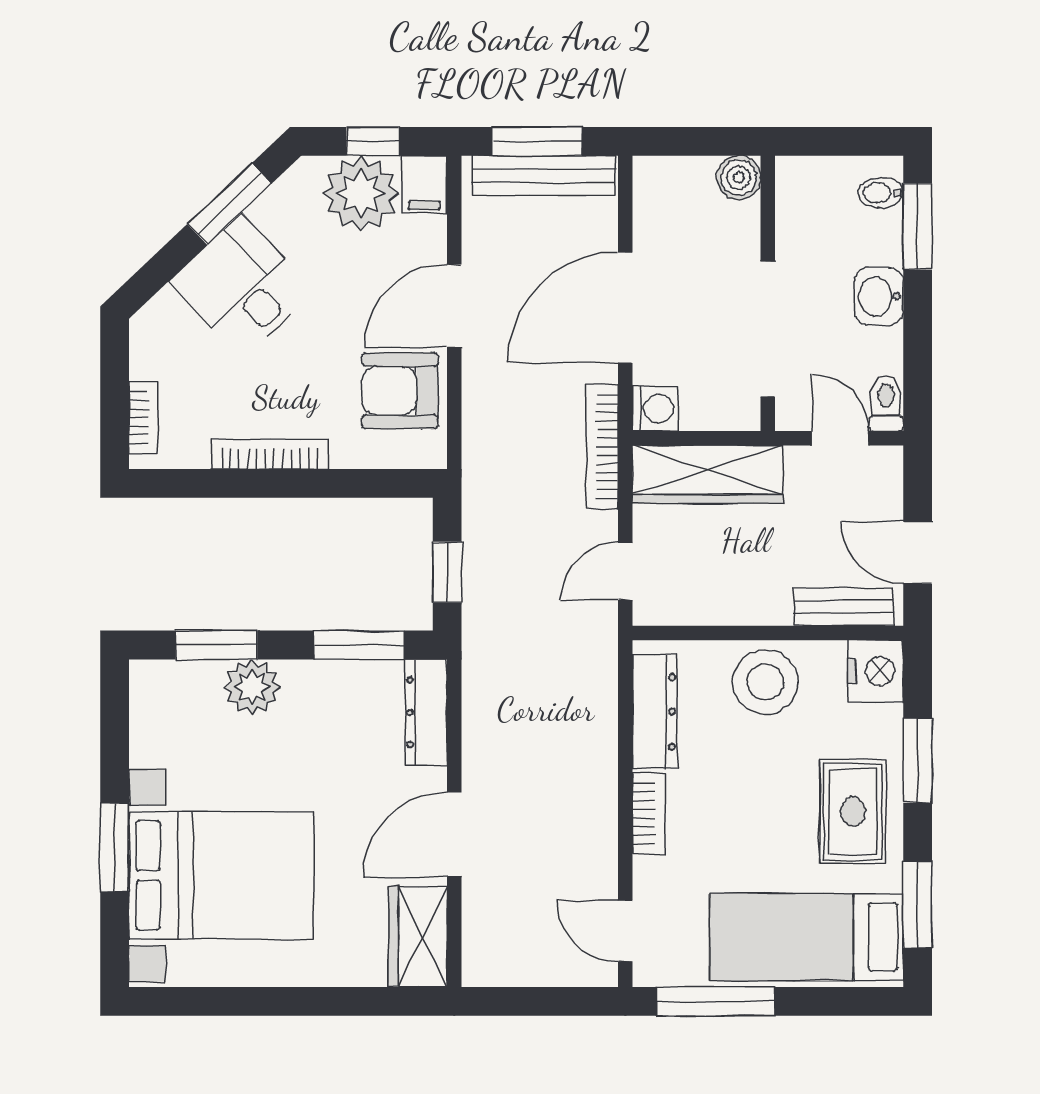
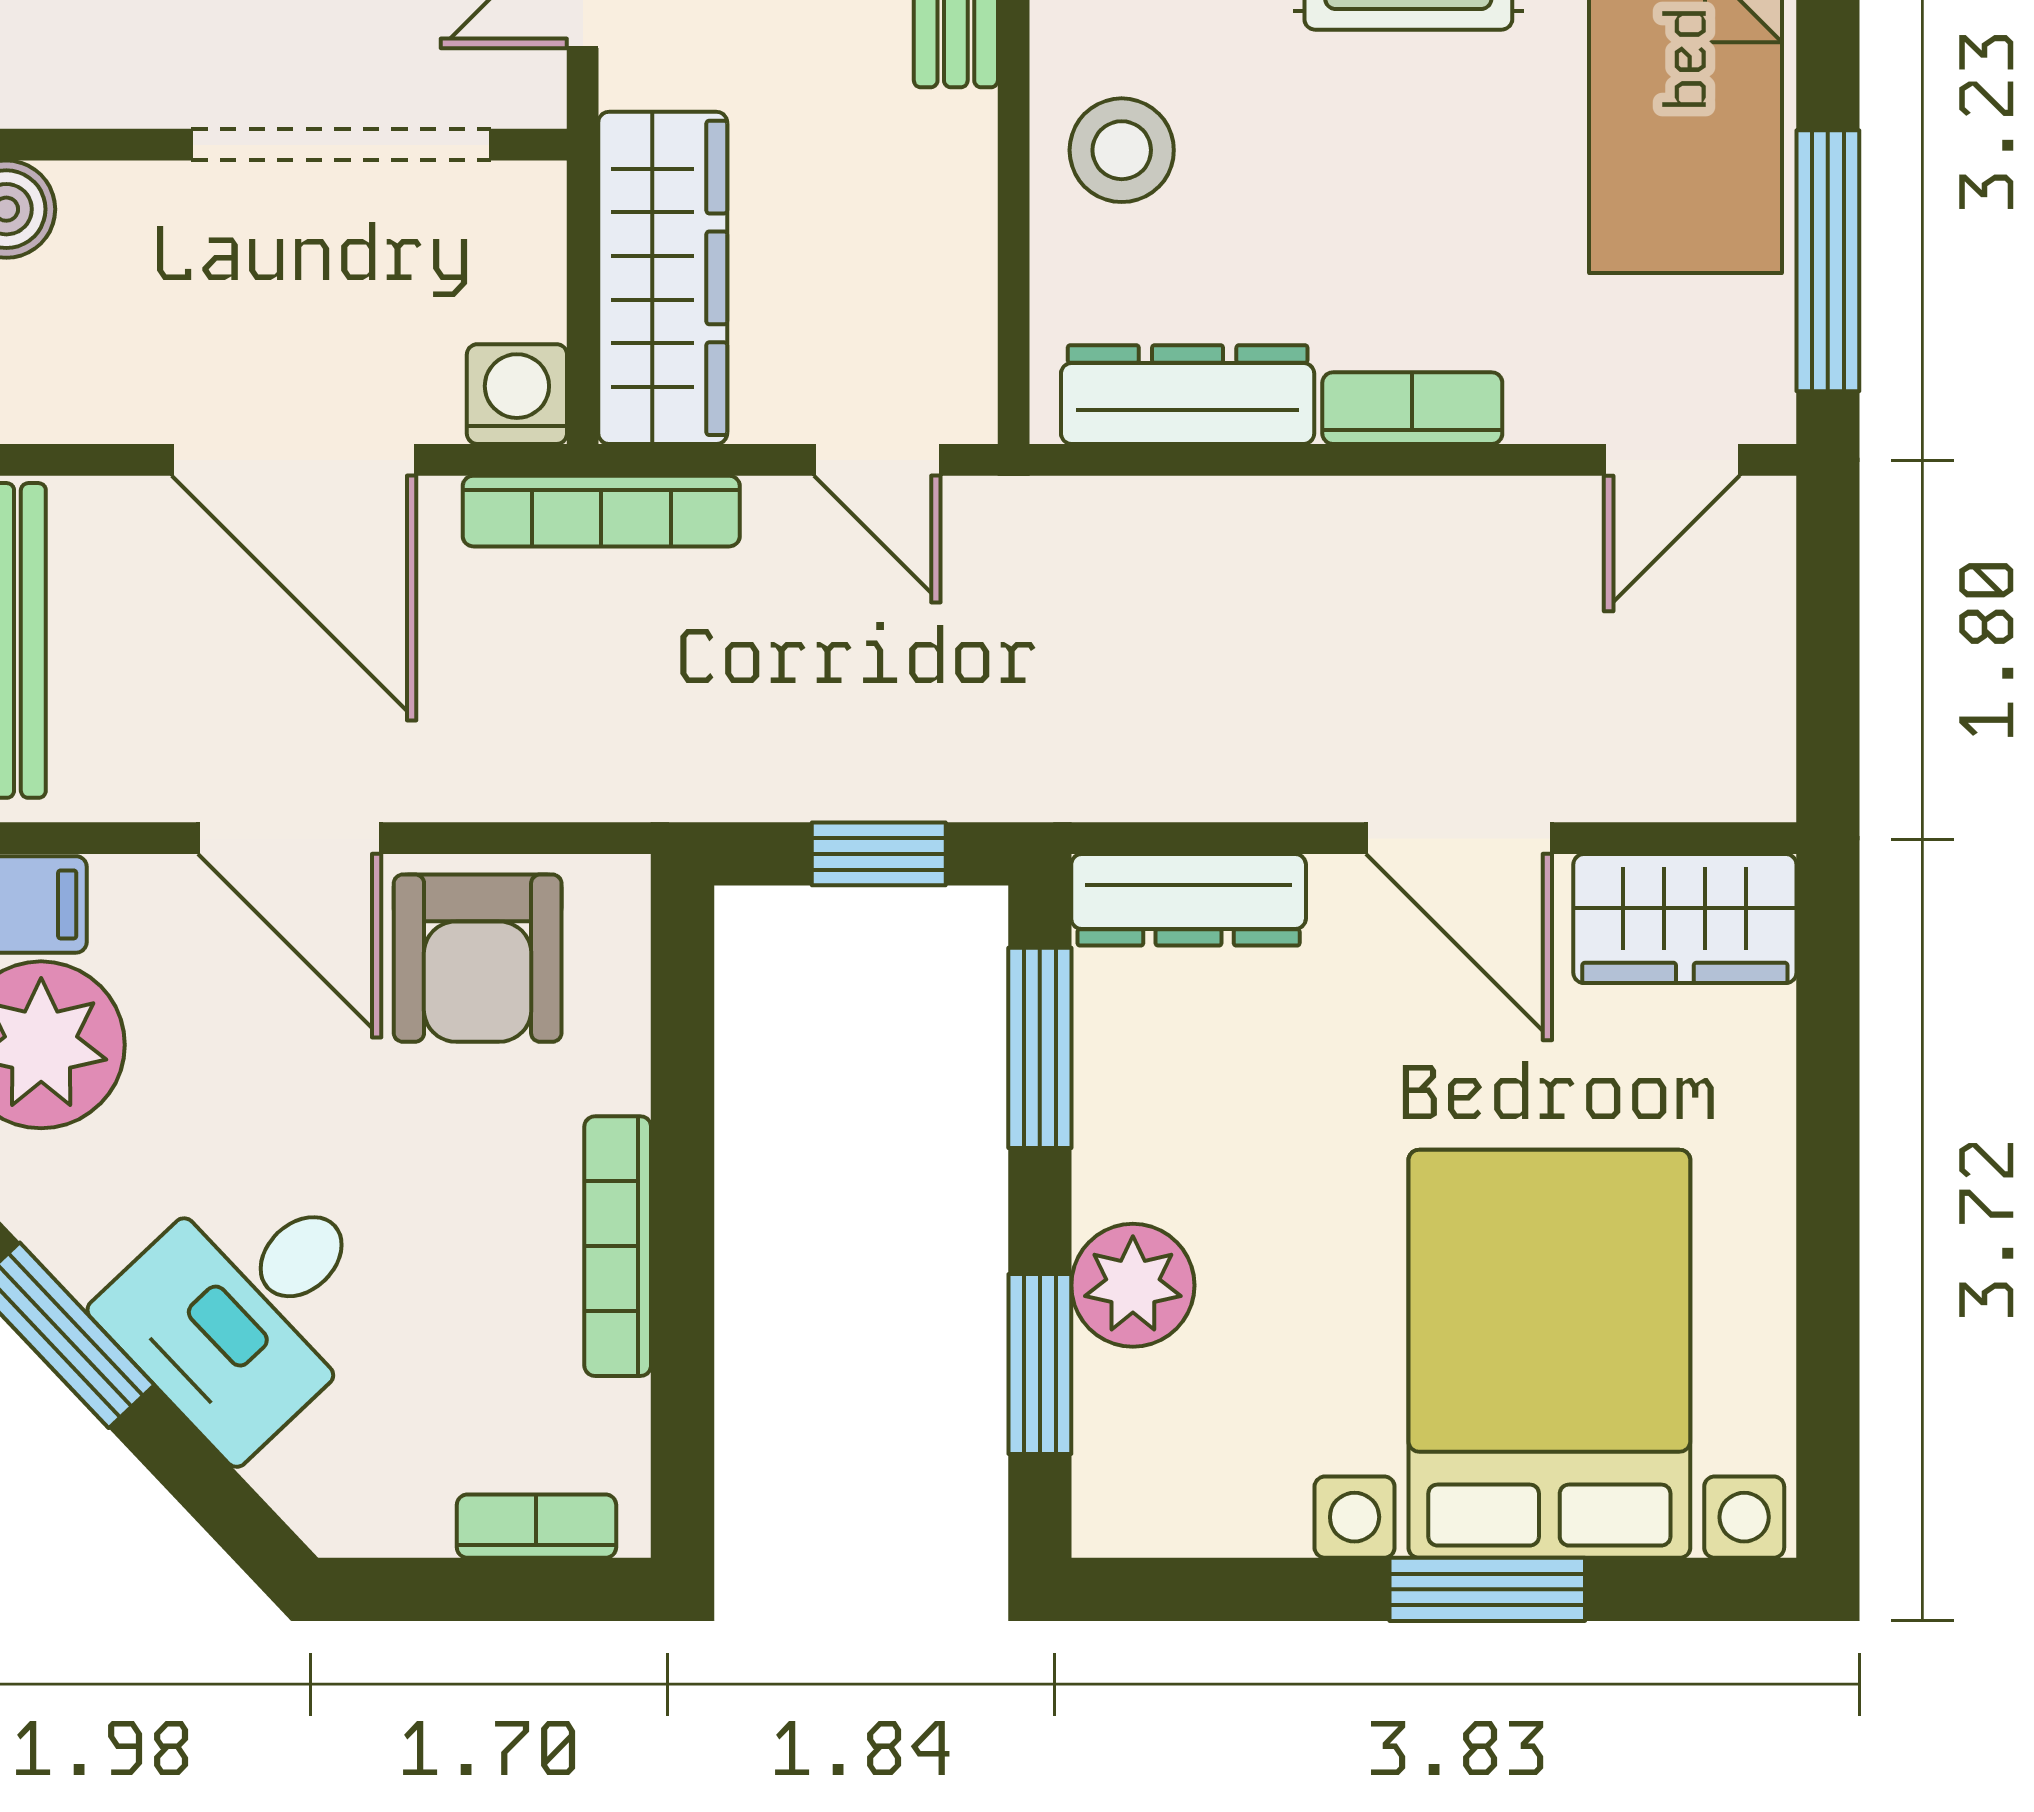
stool: (765, 682) -> (1122, 150), width x0.73, depth x0.73

